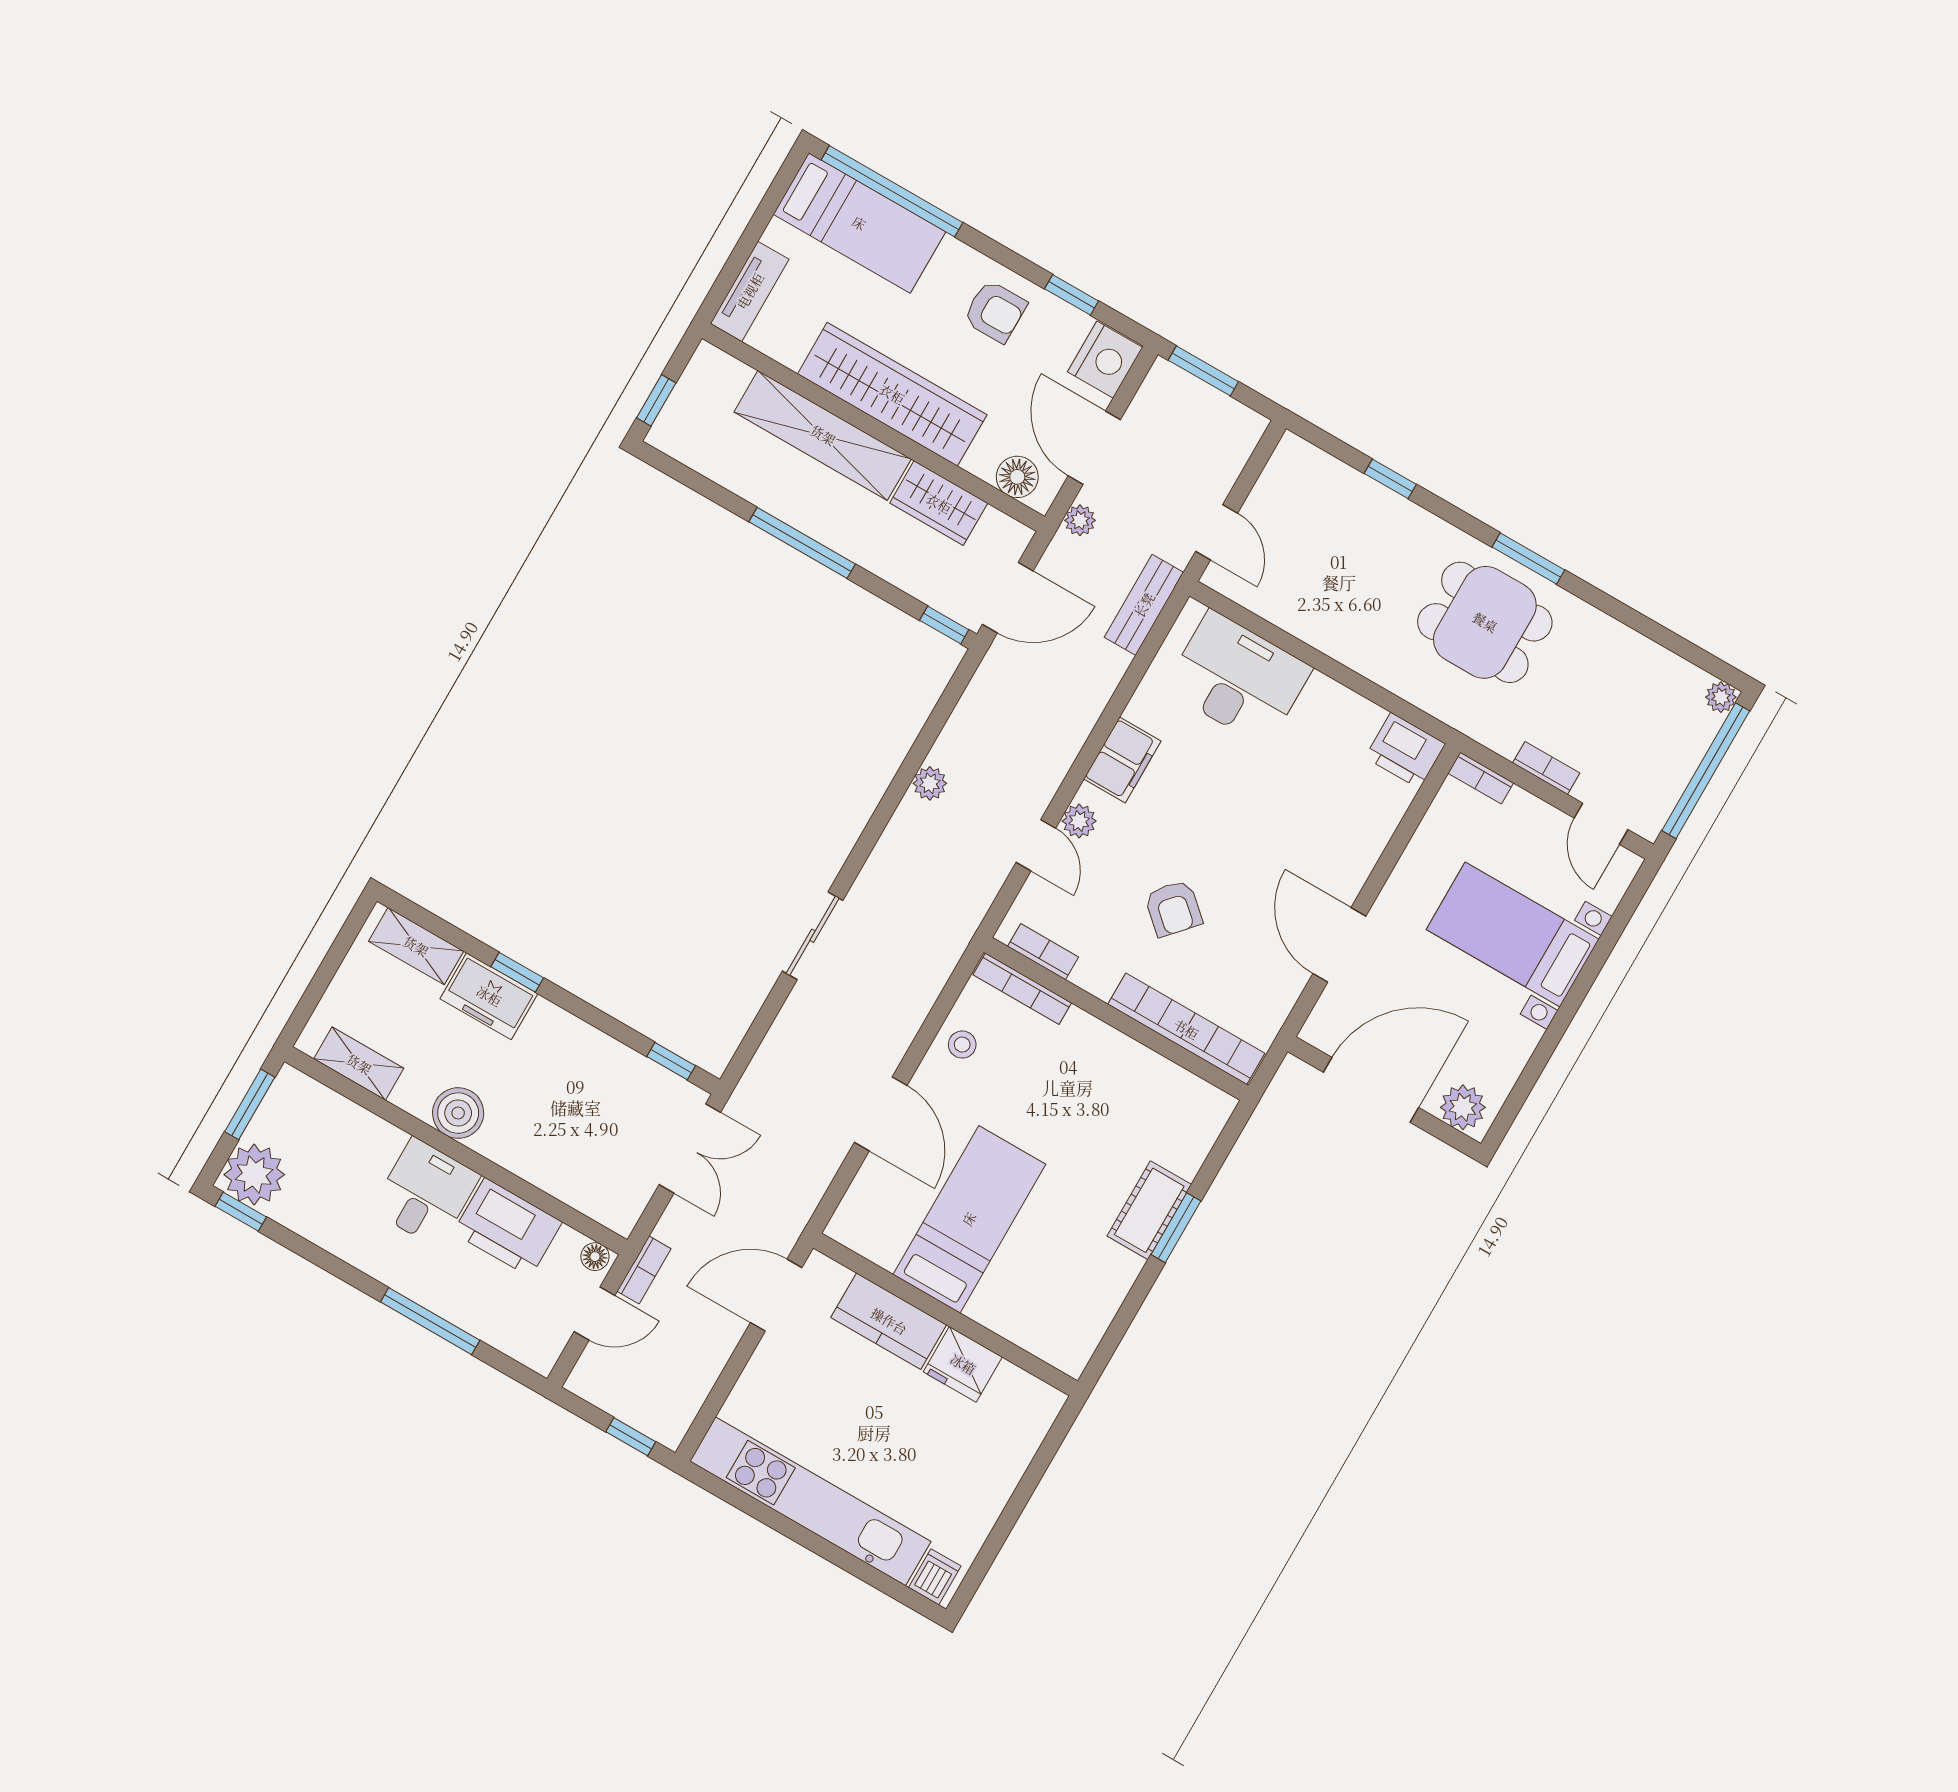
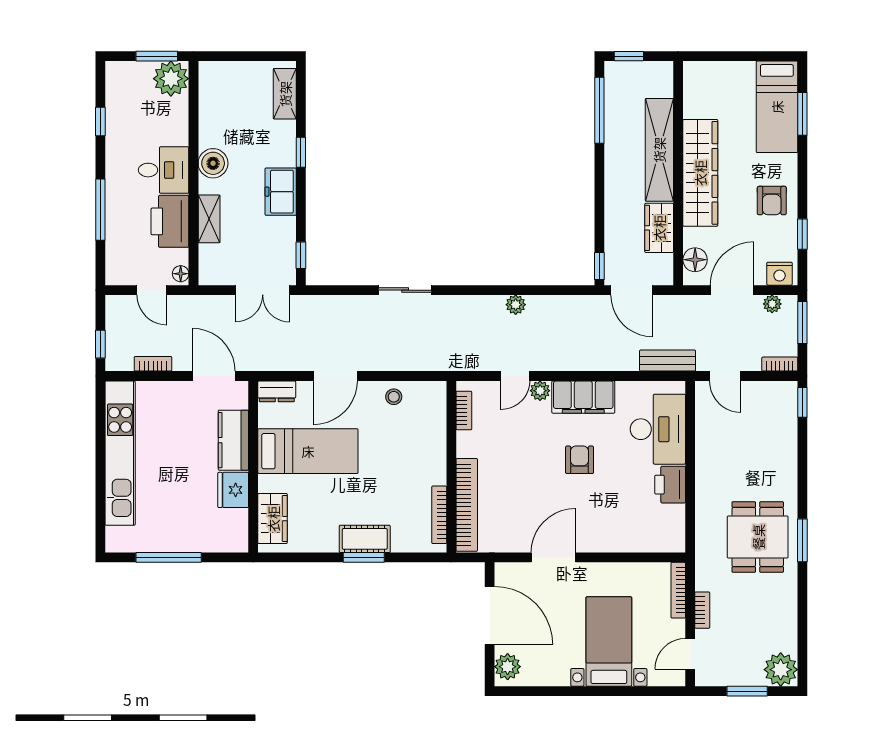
window: (892, 191) -> (802, 114), width x0.47
tv unit: (750, 291) -> (711, 71), removed
nightstand: (1105, 360) -> (780, 274), width x0.74, depth x0.75
bookcase: (1246, 440) -> (780, 364), added
window: (1390, 479) -> (802, 402), moved
plant: (1080, 520) -> (772, 304), moved
door: (1217, 532) -> (725, 376), hinge flipped
window: (802, 543) -> (599, 110), moved
plant: (1721, 697) -> (781, 670), width x1.88, depth x1.88
printer: (1405, 751) -> (670, 485), moved
filing cabinet: (1122, 760) -> (583, 397), width x1.50, depth x1.17
window: (1706, 771) -> (747, 691), width x0.47
bookcase: (1481, 778) -> (678, 590), width x1.56
armchair: (1173, 908) -> (580, 460), moved, turned 138
bookcase: (1022, 989) -> (439, 515), moved
freezer: (489, 996) -> (281, 192), moved
shelving: (359, 1064) -> (209, 219), moved
plant: (254, 1175) -> (171, 79), moved
window: (241, 1212) -> (100, 122), moved
dresser: (853, 1214) -> (277, 391), added
bookcase: (644, 1270) -> (153, 364), moved, turned 180
wardrobe: (1039, 1330) -> (273, 519), added
window: (1008, 1519) -> (169, 557), added
dishwasher: (935, 1577) -> (118, 537), removed

